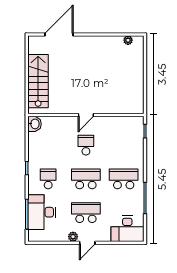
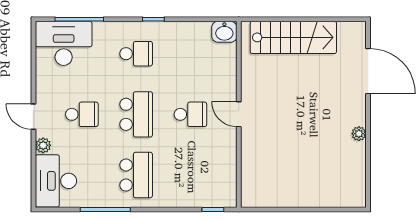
plant: (128, 40) -> (359, 134), moved
desk: (42, 212) -> (64, 43), moved
school desk: (86, 213) -> (82, 114), width x0.54
plant: (73, 237) -> (43, 145), moved

